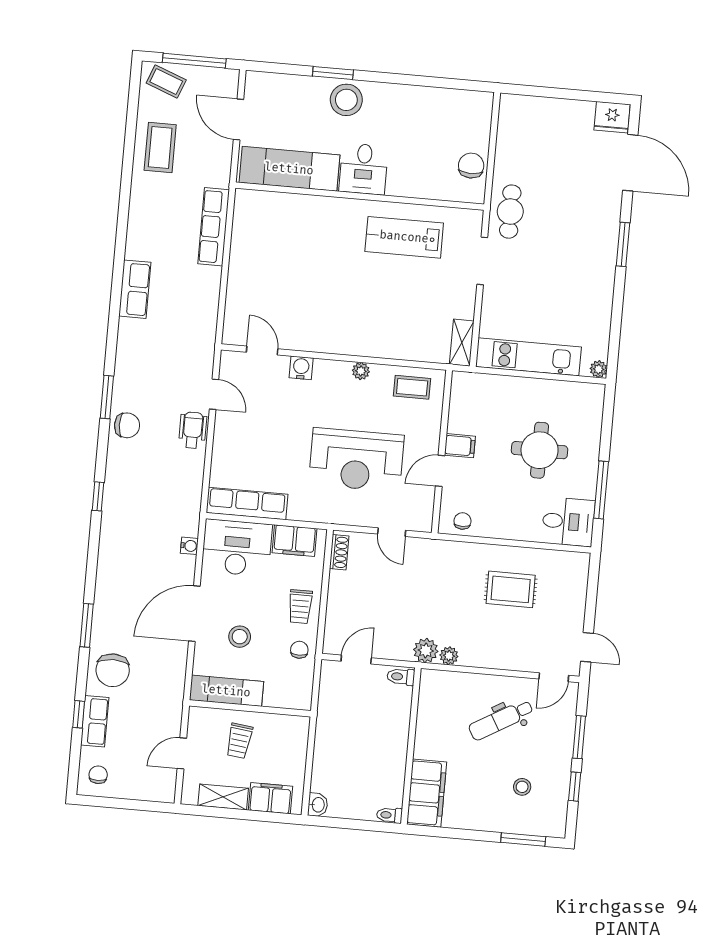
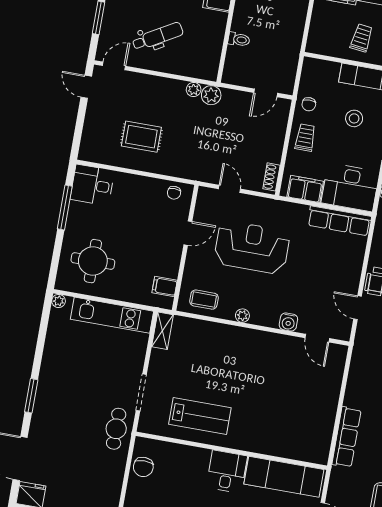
filing cabinet: (460, 446) -> (165, 287), moved
round table: (540, 450) -> (93, 261), moved
toilet: (401, 677) -> (239, 39), moved

